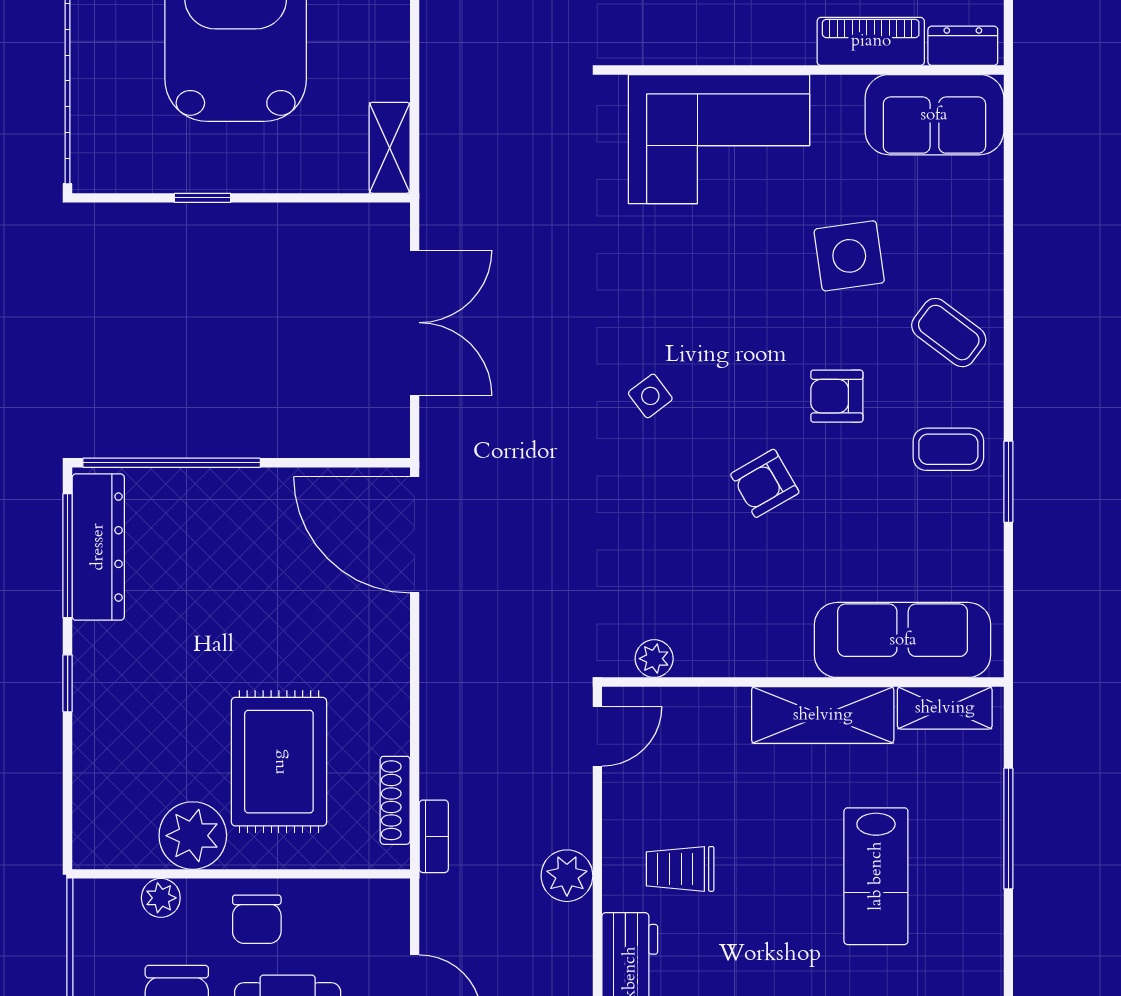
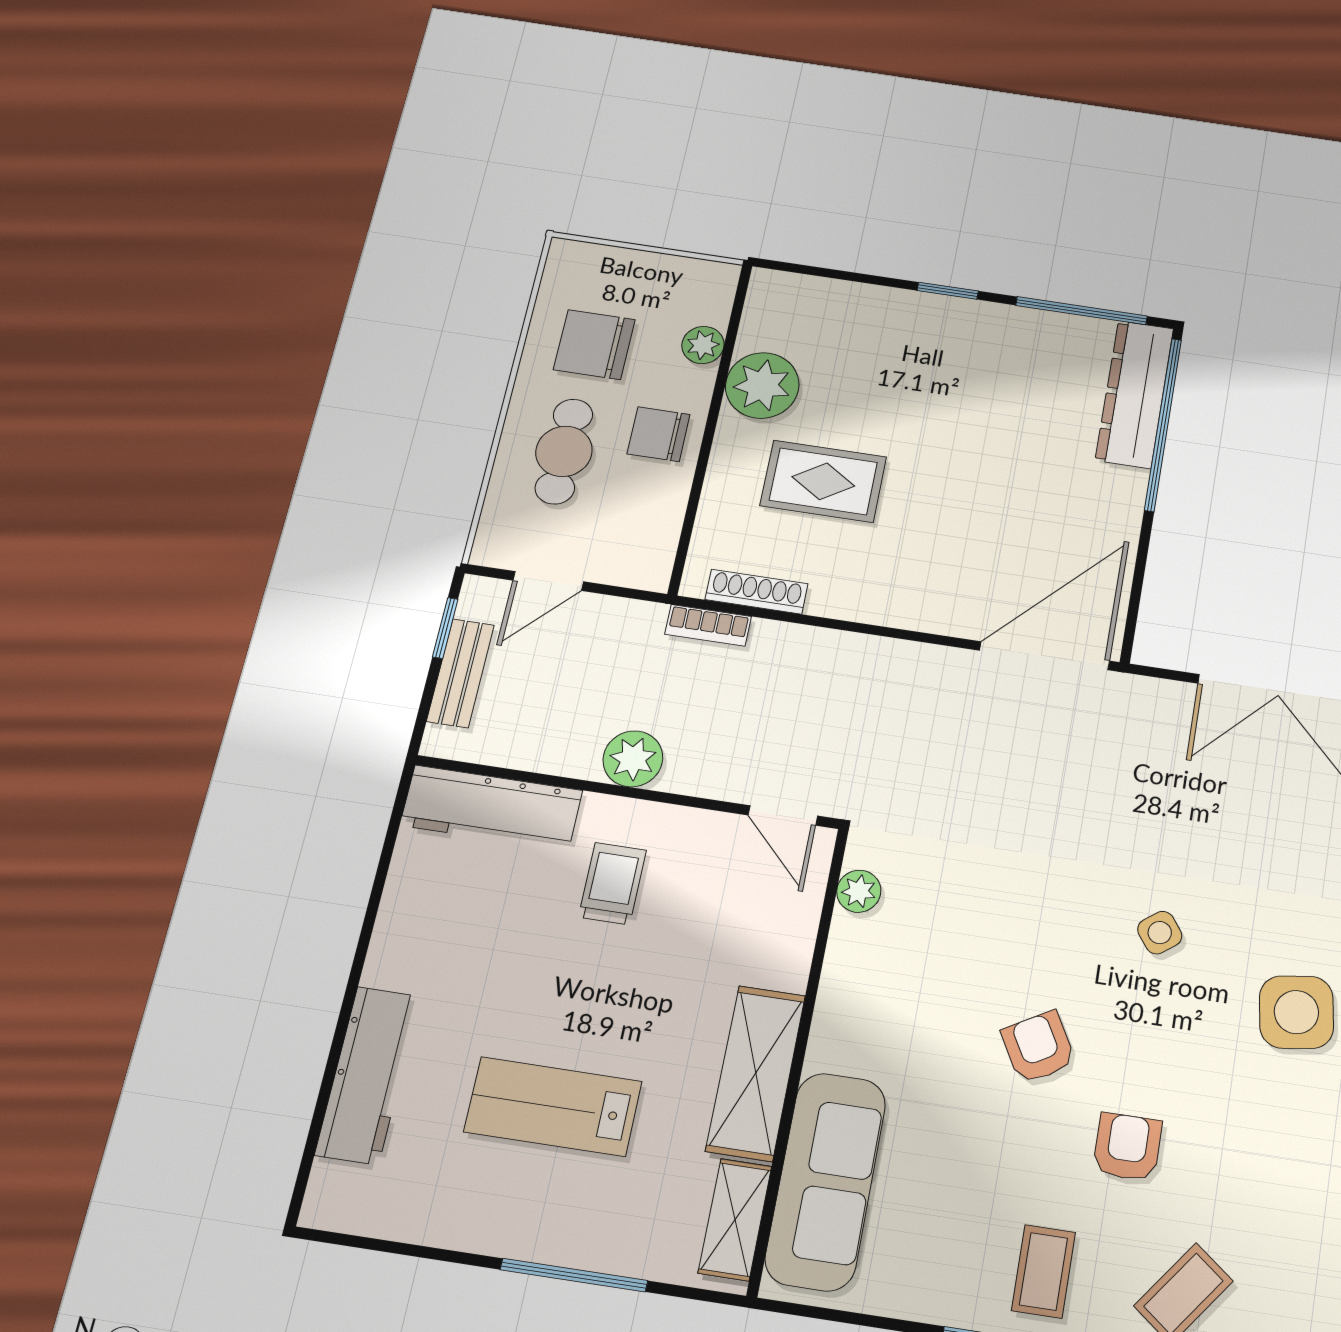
side table: (849, 256) -> (1296, 1012), moved
dresser: (98, 547) -> (1135, 394), moved, turned 90
rug: (279, 762) -> (823, 481), width x0.73, depth x0.70

